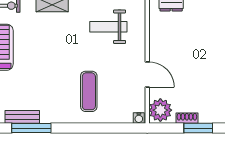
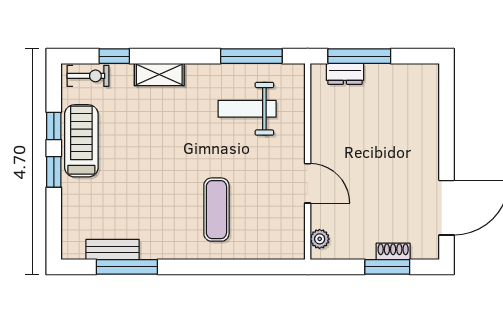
plant: (160, 110) -> (320, 239), width x0.53, depth x0.53
water cooler: (139, 118) -> (294, 251), removed
shoe rack: (187, 118) -> (393, 251), moved

